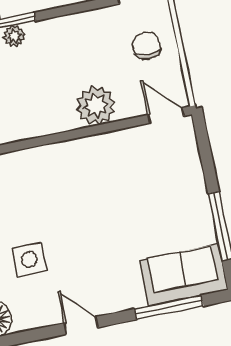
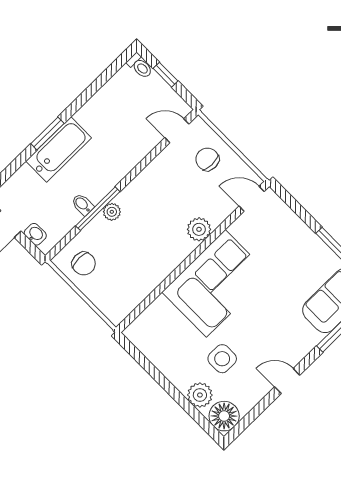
plant: (96, 106) -> (199, 229), width x0.73, depth x0.73
corner sofa: (73, 178) -> (216, 283), added

